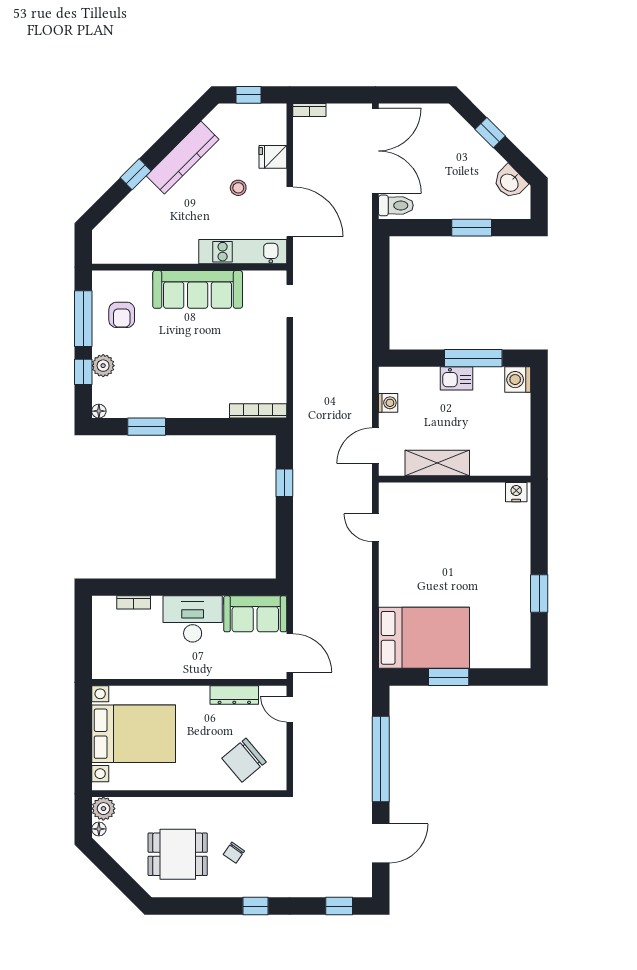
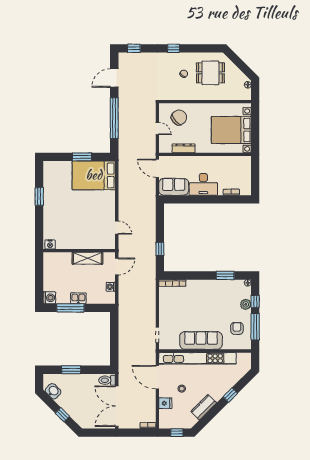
kitchen counter: (183, 158) -> (204, 407), width x0.67
kitchen unit: (243, 252) -> (197, 358), width x1.86
door: (290, 709) -> (157, 129), moved
plant: (103, 809) -> (246, 95), removed

